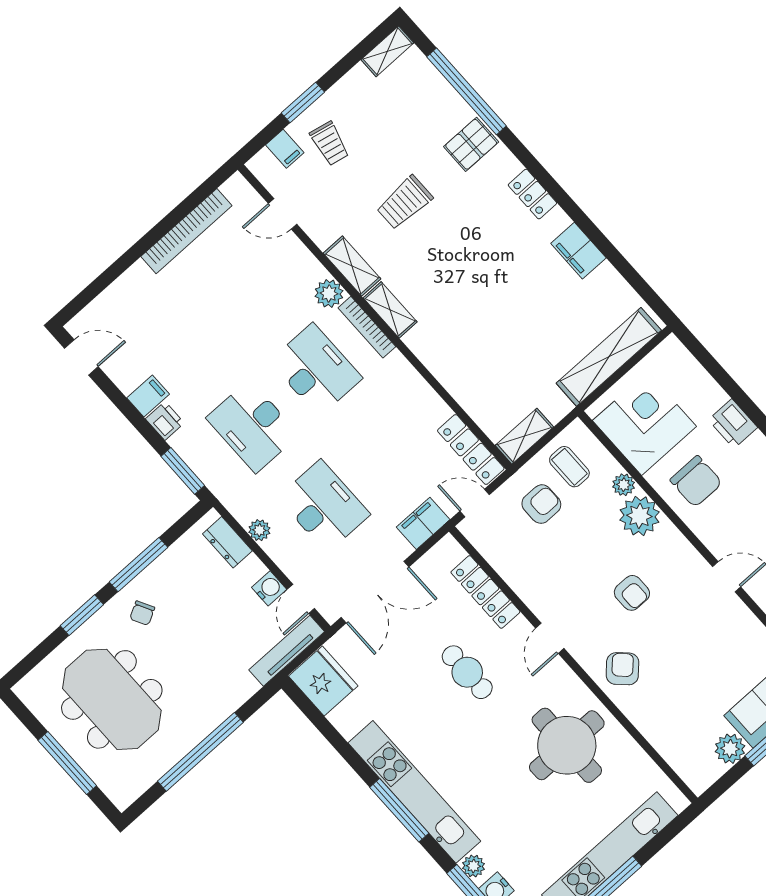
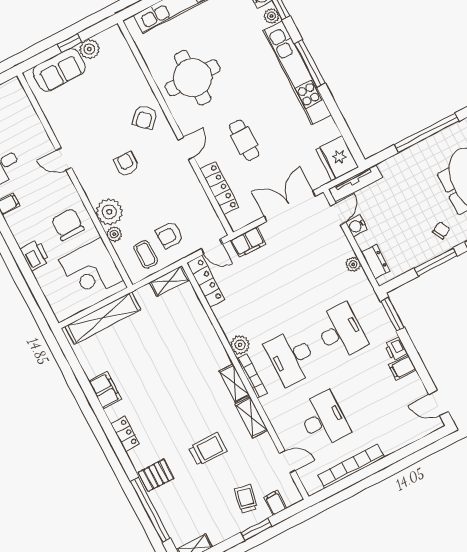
plant: (329, 293) -> (240, 345), moved
desk: (324, 506) -> (324, 419), moved, turned 180

